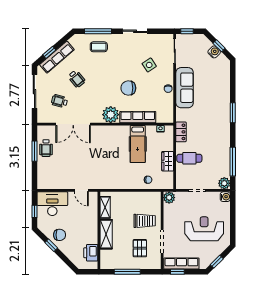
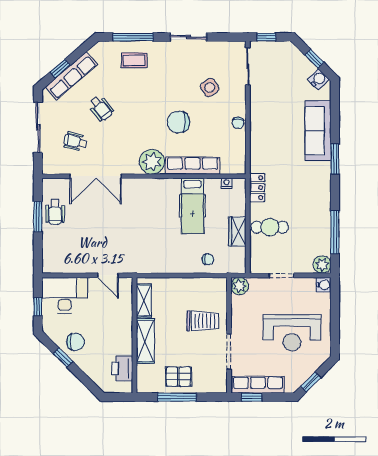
water cooler: (214, 52) -> (318, 79), moved
sofa: (185, 88) -> (318, 131), moved, turned 180
reception desk: (204, 229) -> (292, 333), turned 180
pallet: (140, 248) -> (178, 377), moved, turned 90

